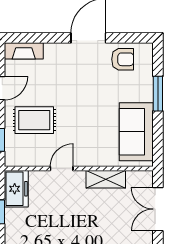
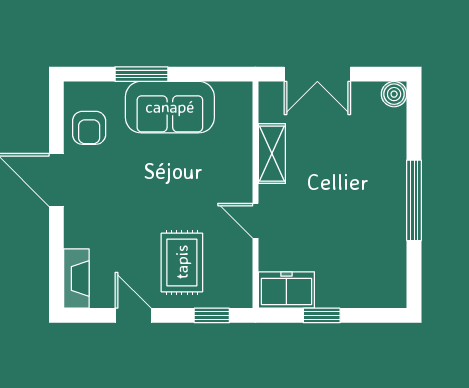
armchair: (123, 59) -> (89, 128), turned 180
sofa: (136, 132) -> (170, 107), moved

